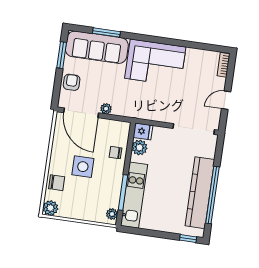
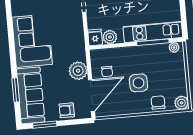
plant: (106, 109) -> (78, 71), width x1.88, depth x1.88
chair: (116, 153) -> (107, 71), moved

